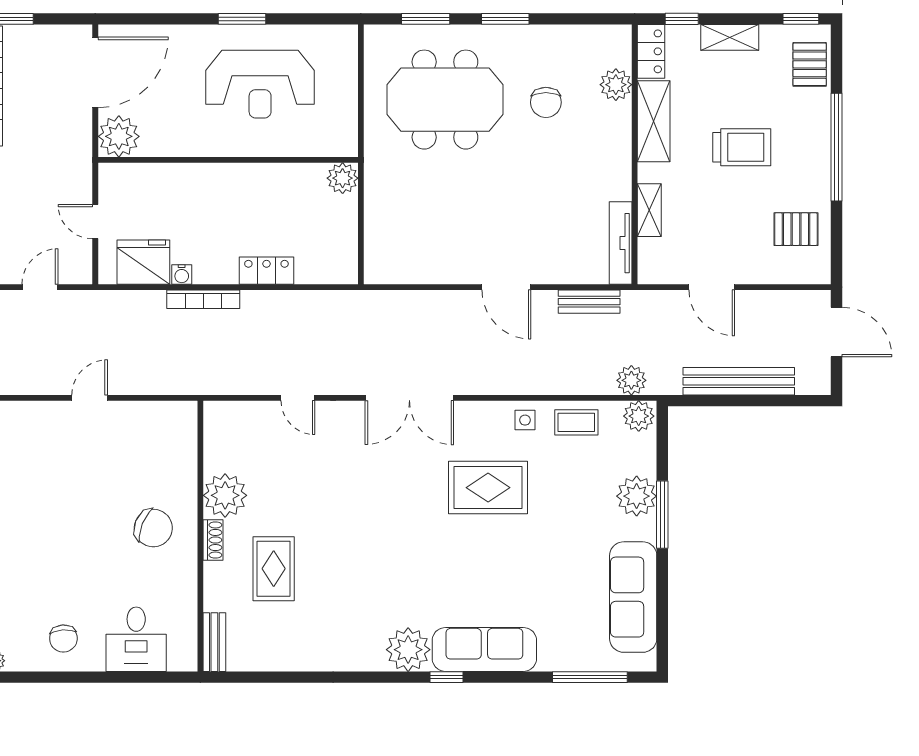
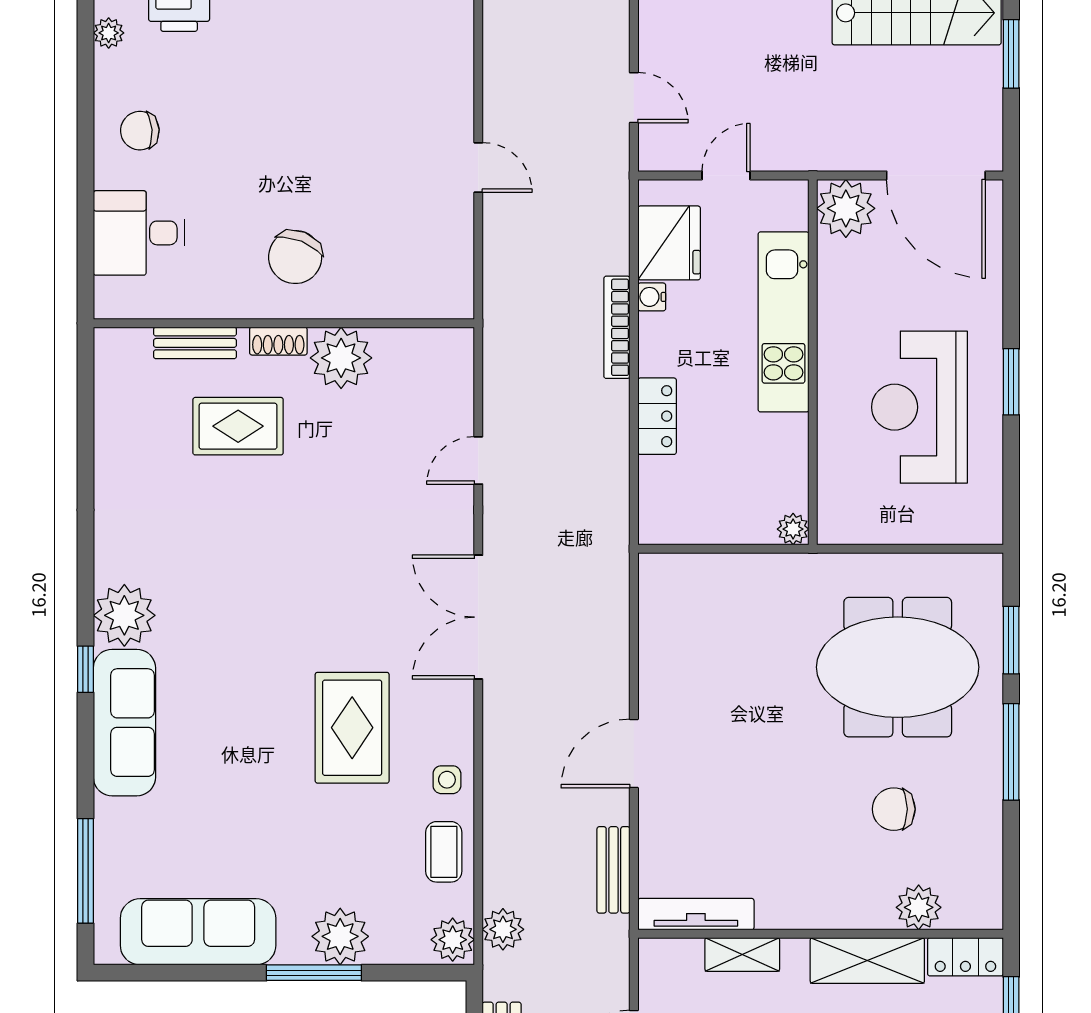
window: (505, 19) -> (1011, 752), width x1.44
meeting table: (445, 100) -> (898, 667), turned 90
plant: (343, 178) -> (793, 529), width x0.73, depth x0.73
kitchen unit: (199, 181) -> (784, 322), added
bench: (214, 642) -> (195, 343), moved

